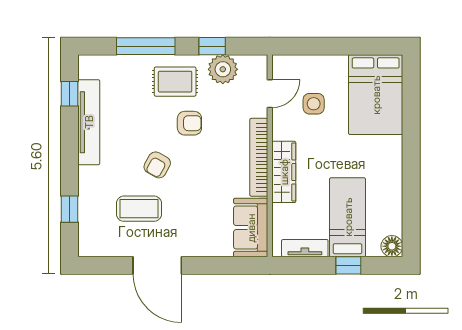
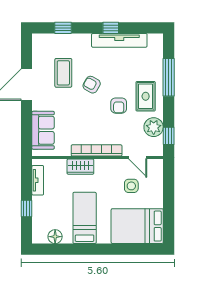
window: (212, 46) -> (169, 136), moved
window: (69, 94) -> (111, 28), moved
wardrobe: (284, 172) -> (80, 167), width x0.67
bed: (348, 217) -> (85, 218), moved, turned -90
sofa: (251, 228) -> (43, 130), moved, turned 90
floor lamp: (392, 246) -> (55, 237), moved

